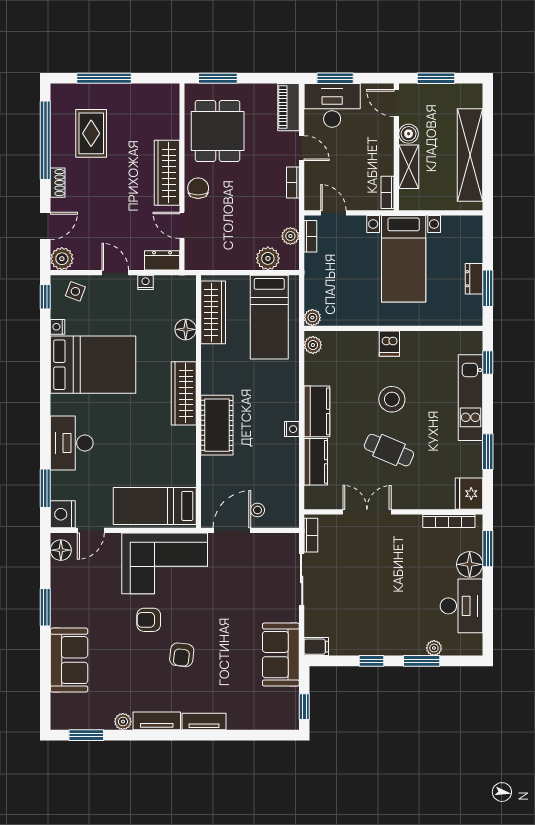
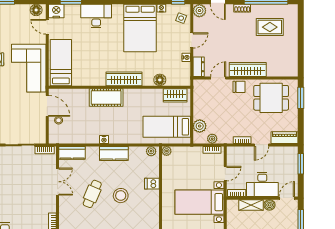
window: (104, 78) -> (301, 34), removed
desk: (332, 105) -> (262, 184), moved, turned 90
door: (333, 213) -> (225, 174), moved
wardrobe: (213, 312) -> (175, 95), width x0.67
dishwasher: (389, 344) -> (152, 184), moved
kitchen counter: (316, 462) -> (72, 153), moved

